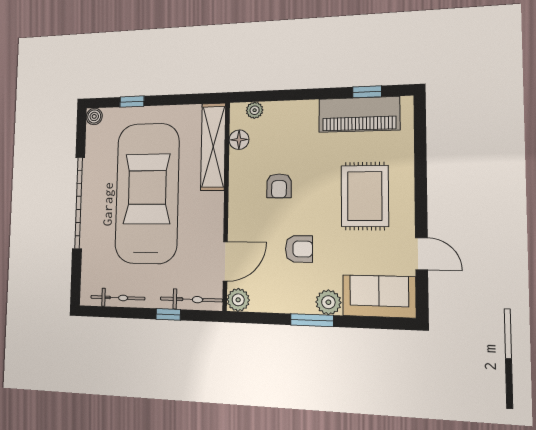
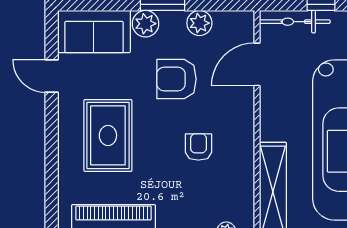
floor lamp: (239, 140) -> (243, 199), removed
armchair: (299, 249) -> (177, 79), width x1.38, depth x1.38
plant: (238, 300) -> (199, 23), moved

